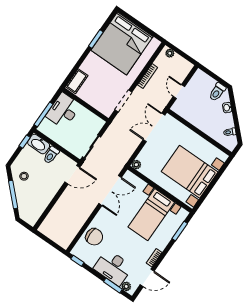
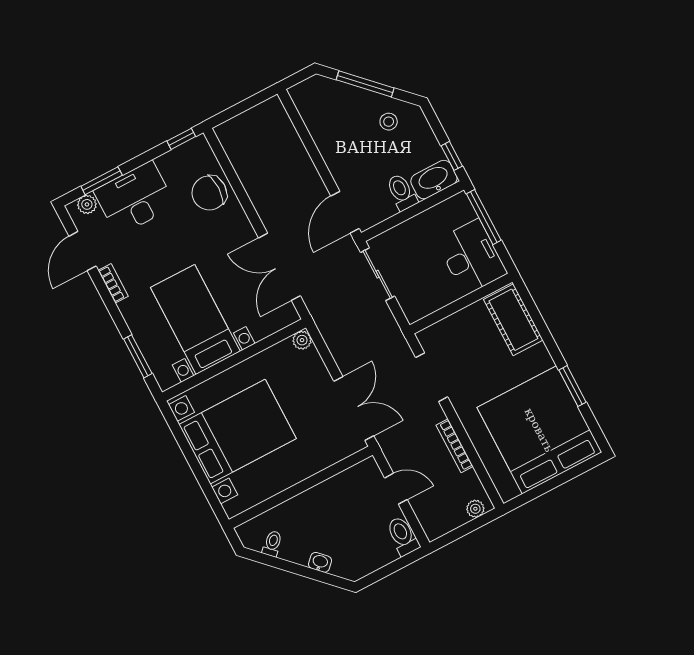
cot: (77, 81) -> (513, 320), width x1.37, depth x1.34
toilet: (217, 92) -> (403, 536), moved

